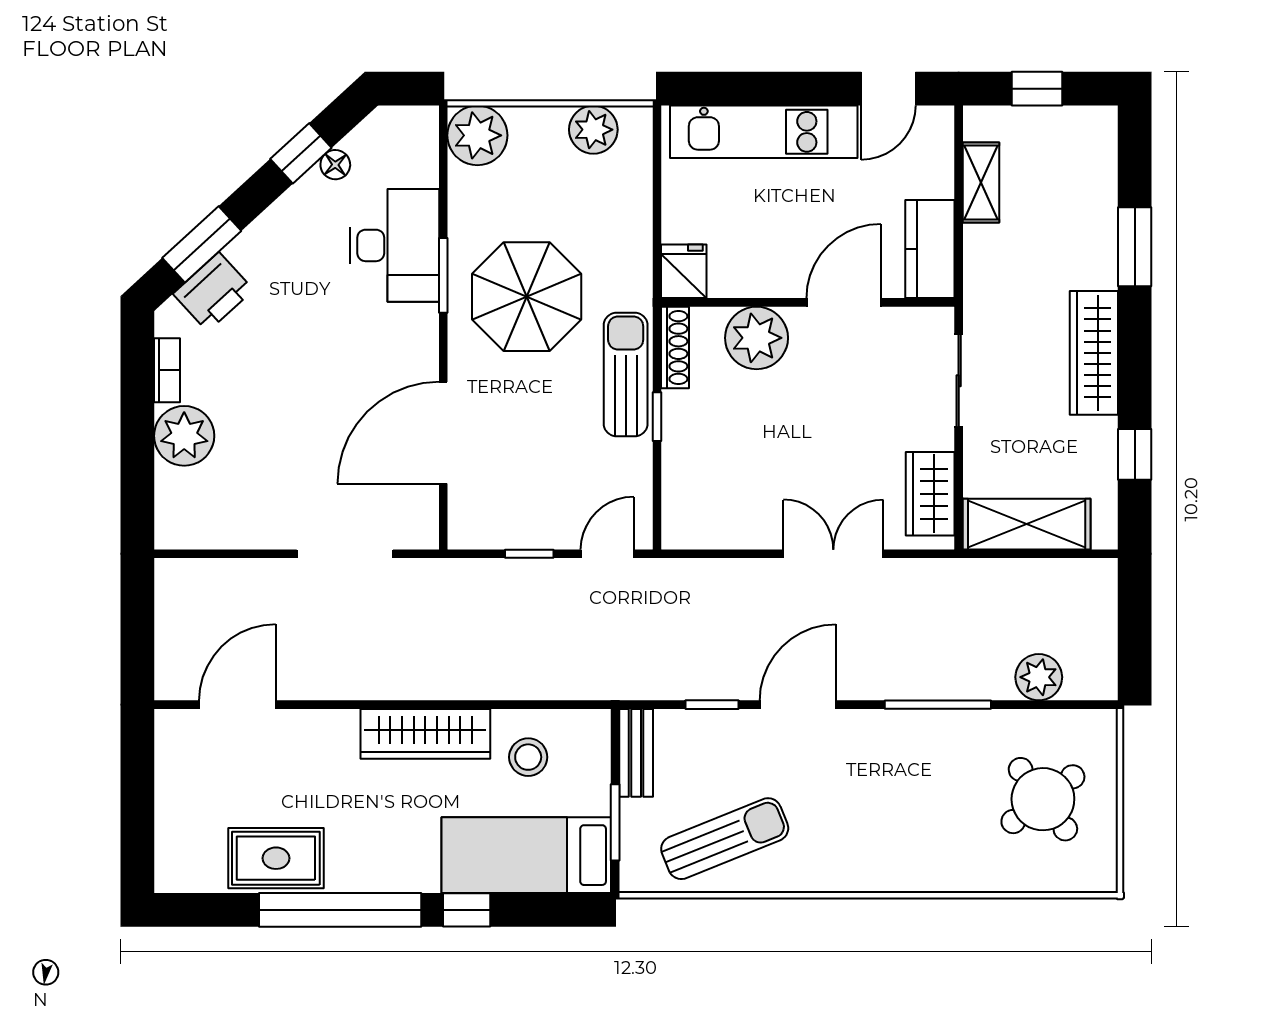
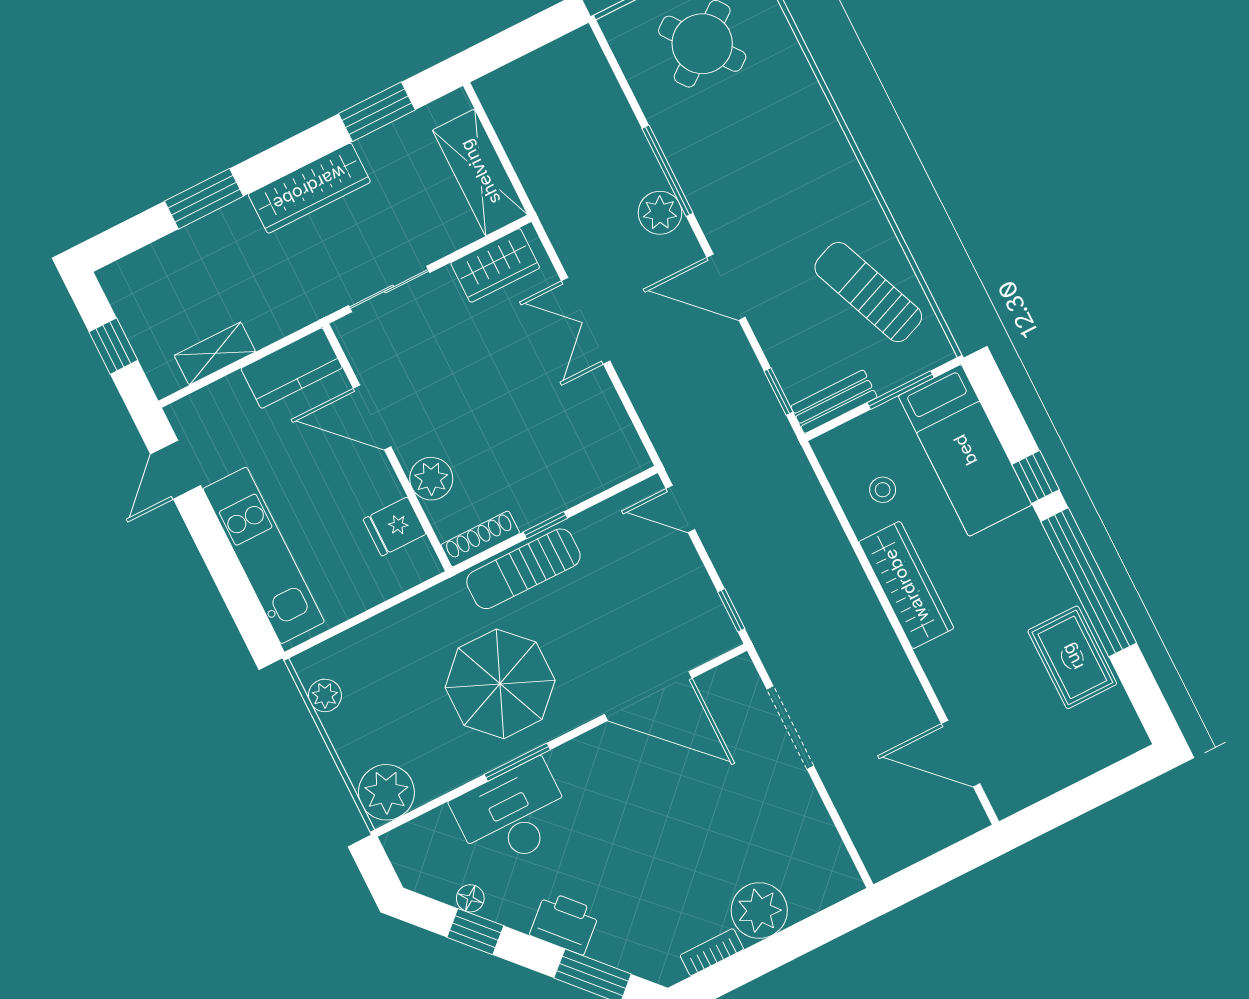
door: (888, 89) -> (176, 470), swing flipped
plant: (593, 130) -> (325, 695), width x0.73, depth x0.73
fridge: (684, 271) -> (395, 527), moved
printer: (213, 292) -> (565, 923), moved
plant: (757, 338) -> (431, 479), width x0.73, depth x0.73
window: (1135, 454) -> (377, 112), width x1.50
window: (529, 554) -> (731, 610), moved
plant: (1039, 677) -> (660, 213), moved
window: (712, 705) -> (778, 391), moved
stool: (528, 757) -> (883, 490), width x0.73, depth x0.73

